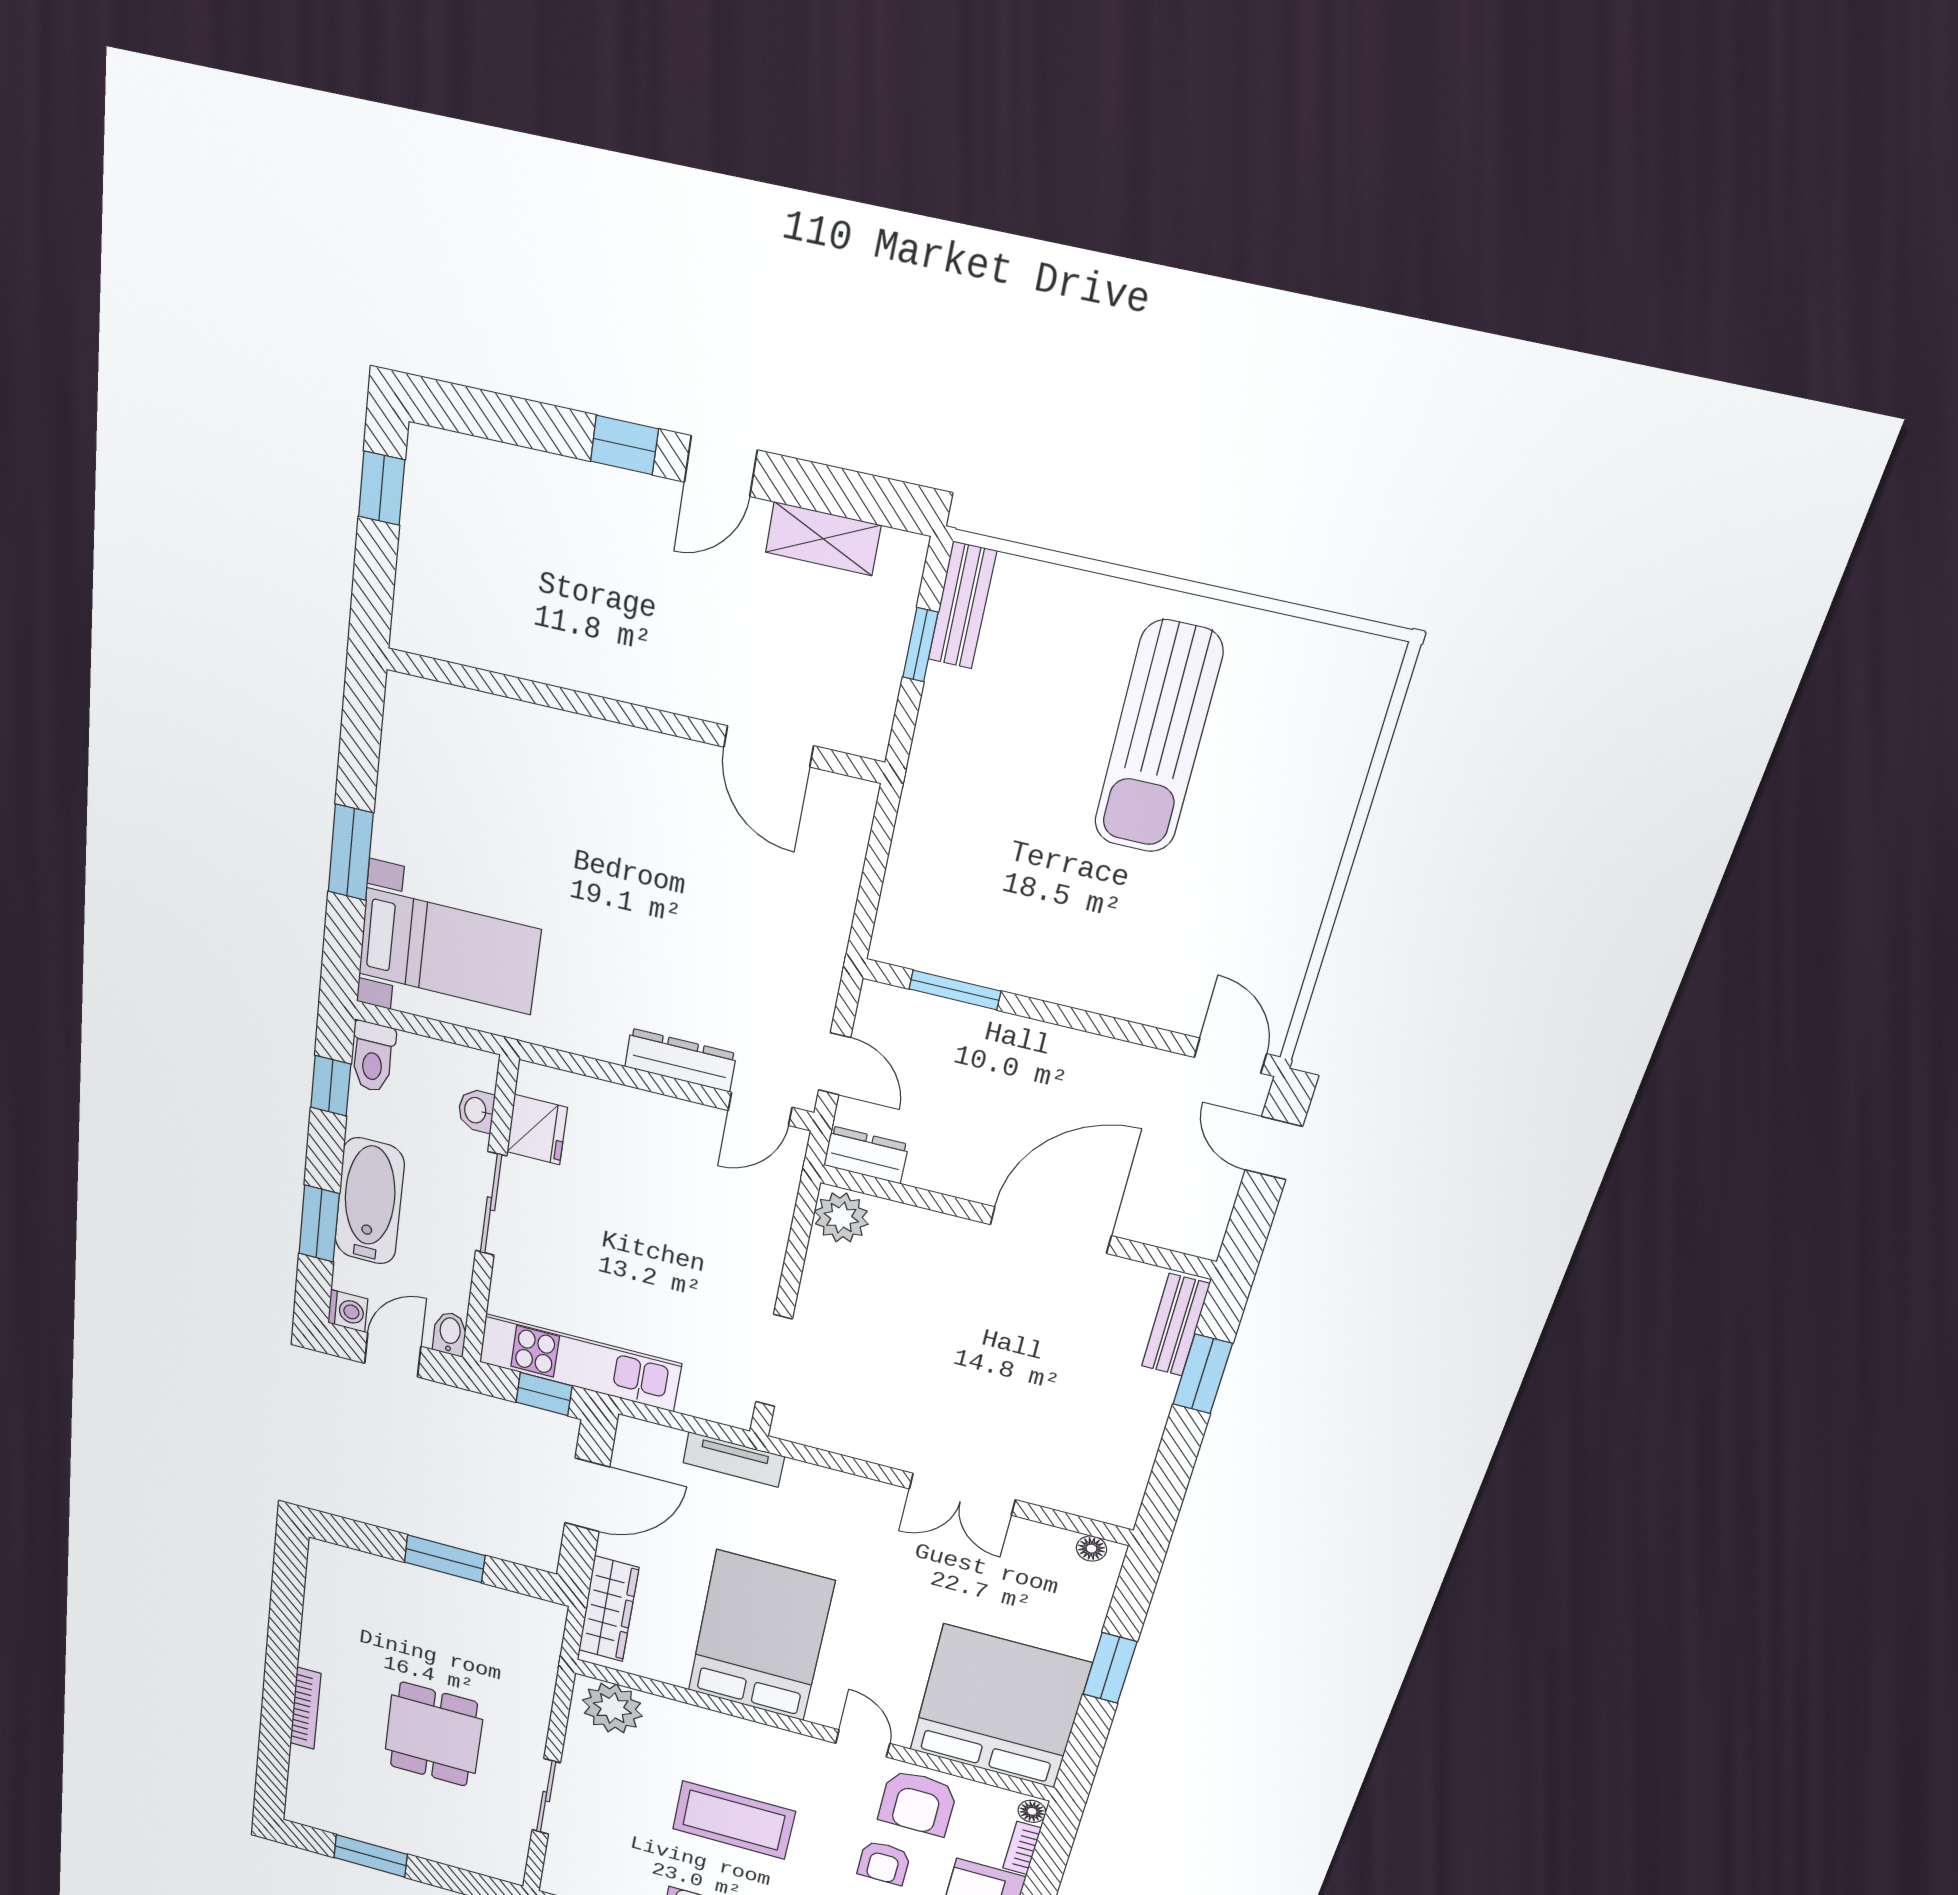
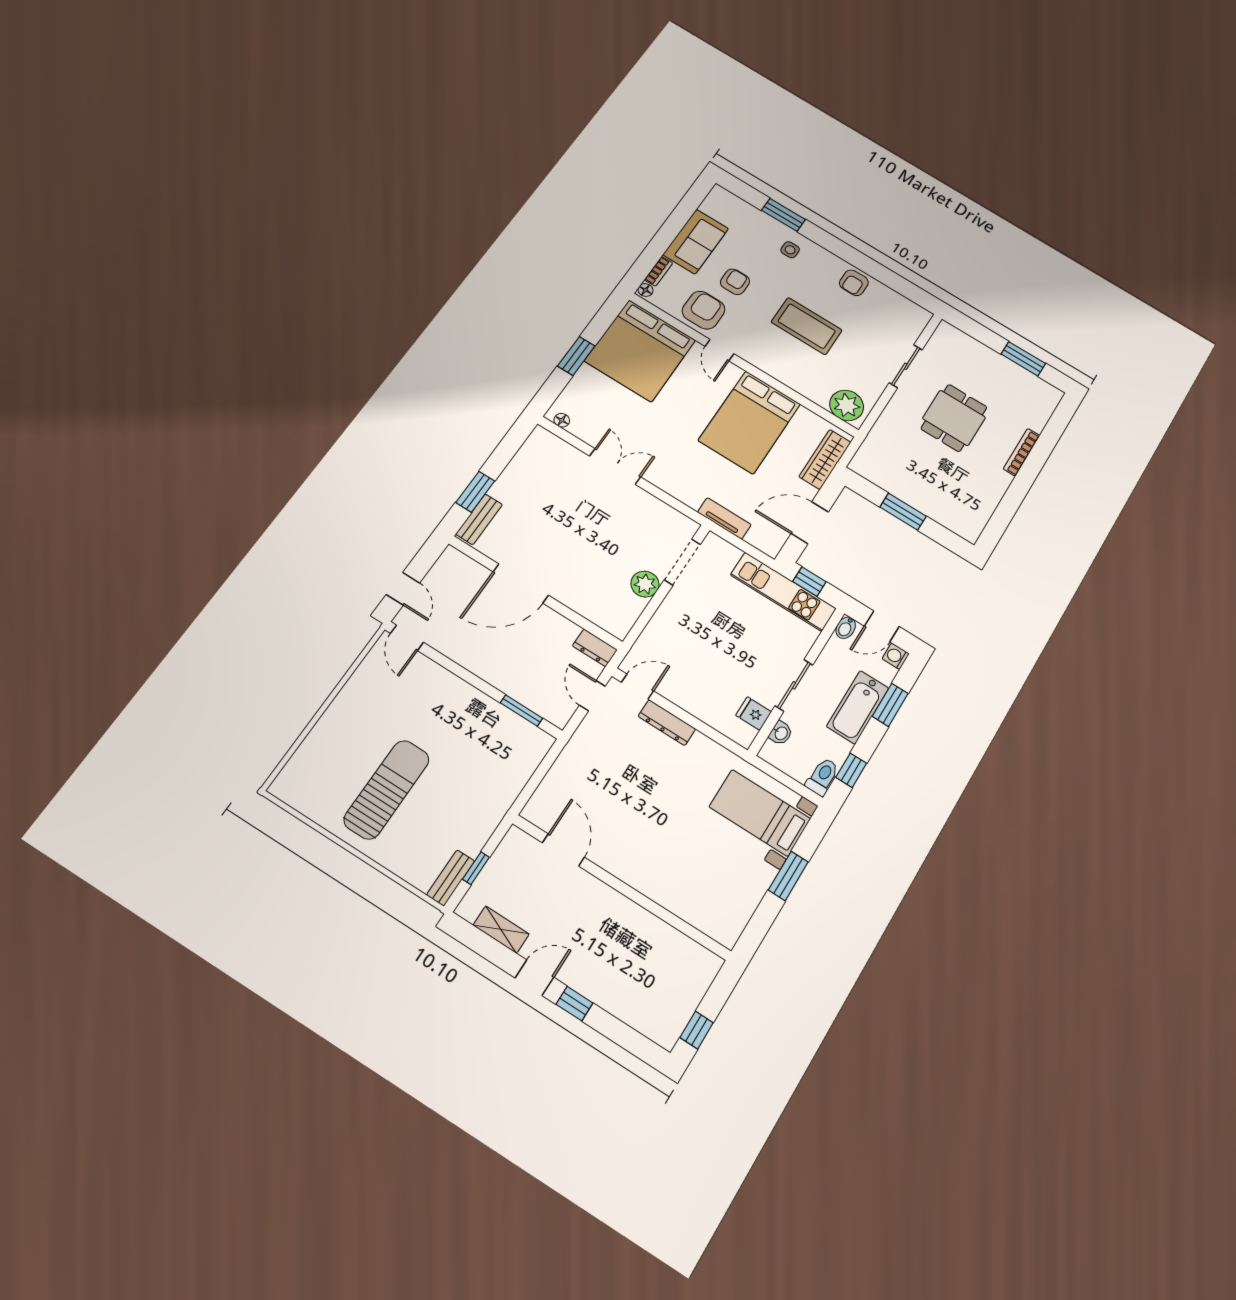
fridge: (537, 1130) -> (754, 714), width x0.72
plant: (841, 1217) -> (645, 584), moved

